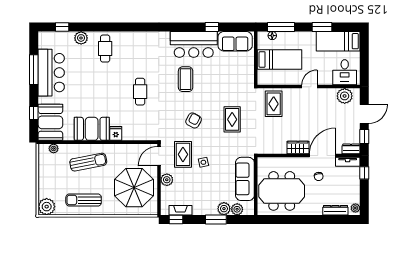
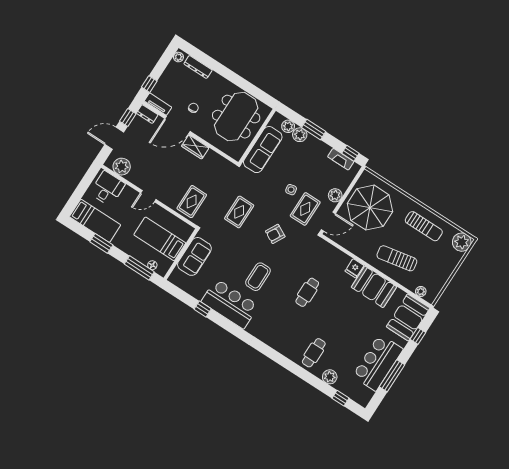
sofa: (235, 41) -> (194, 256), moved, turned 90
meeting table: (282, 191) -> (236, 117), turned 90

